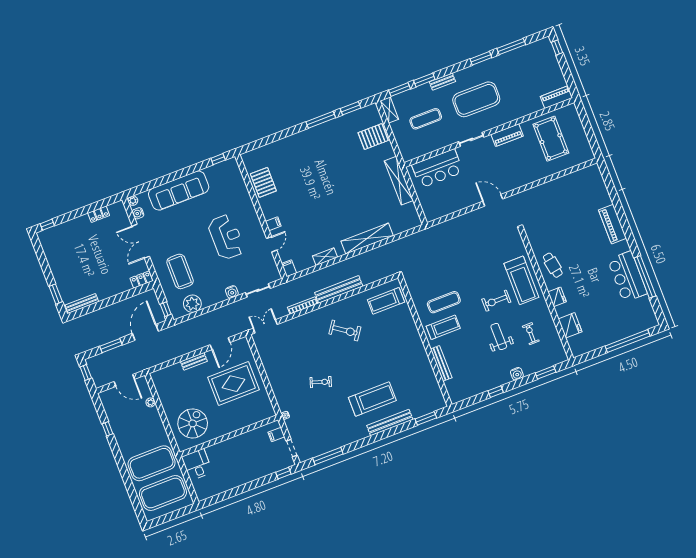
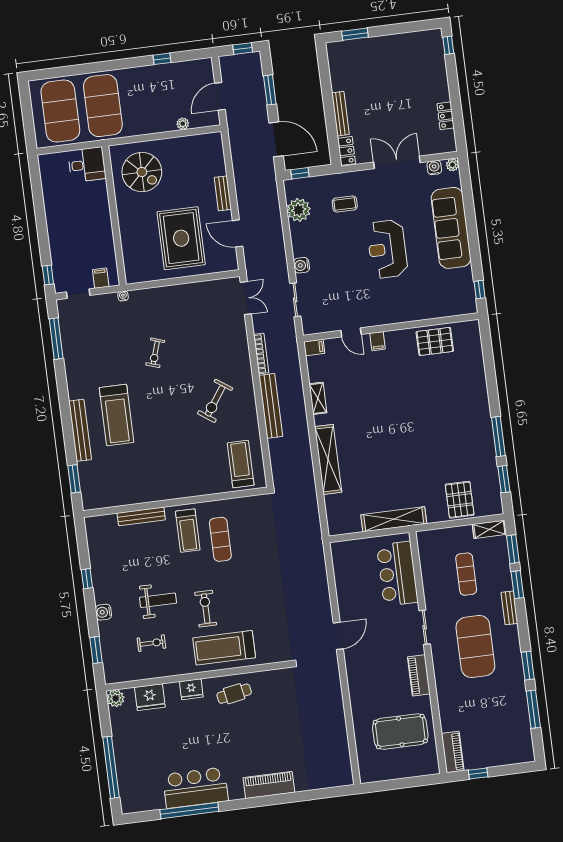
window: (557, 48) -> (478, 774), moved
reception desk: (226, 237) -> (387, 249), moved, turned 90
coffee table: (180, 271) -> (345, 204), width x0.54, depth x0.58
bench: (82, 303) -> (340, 114), moved
plant: (577, 350) -> (116, 698), added

